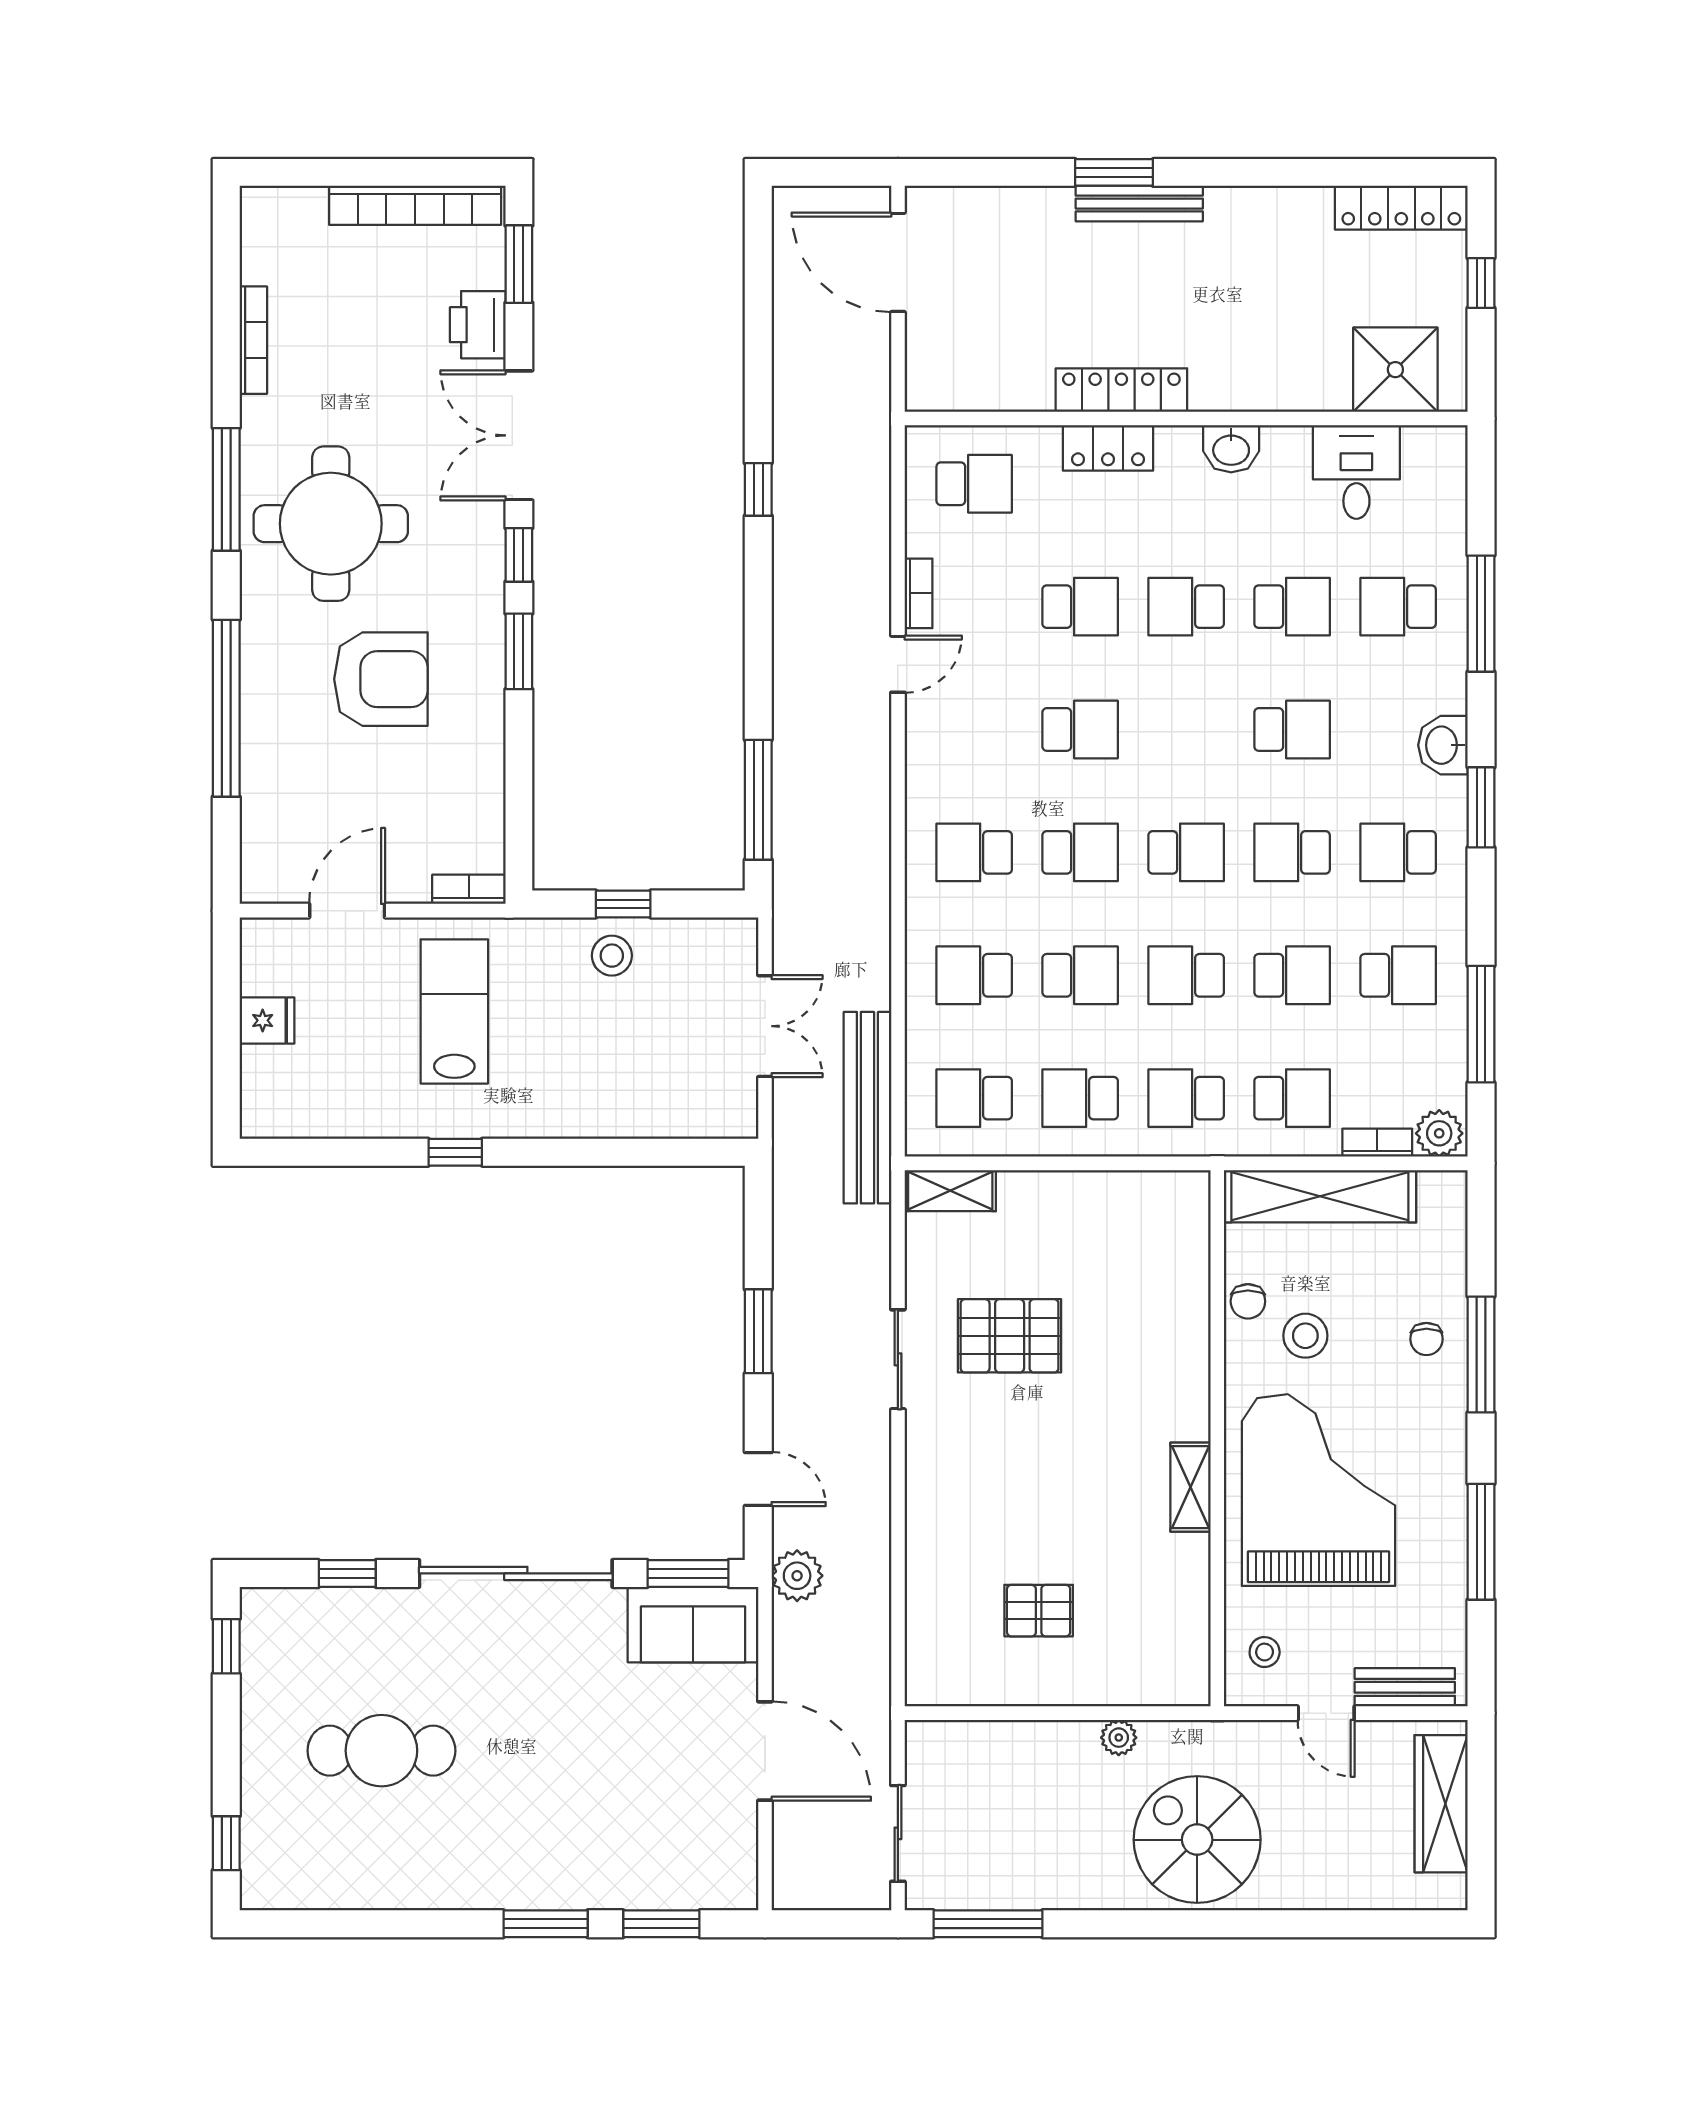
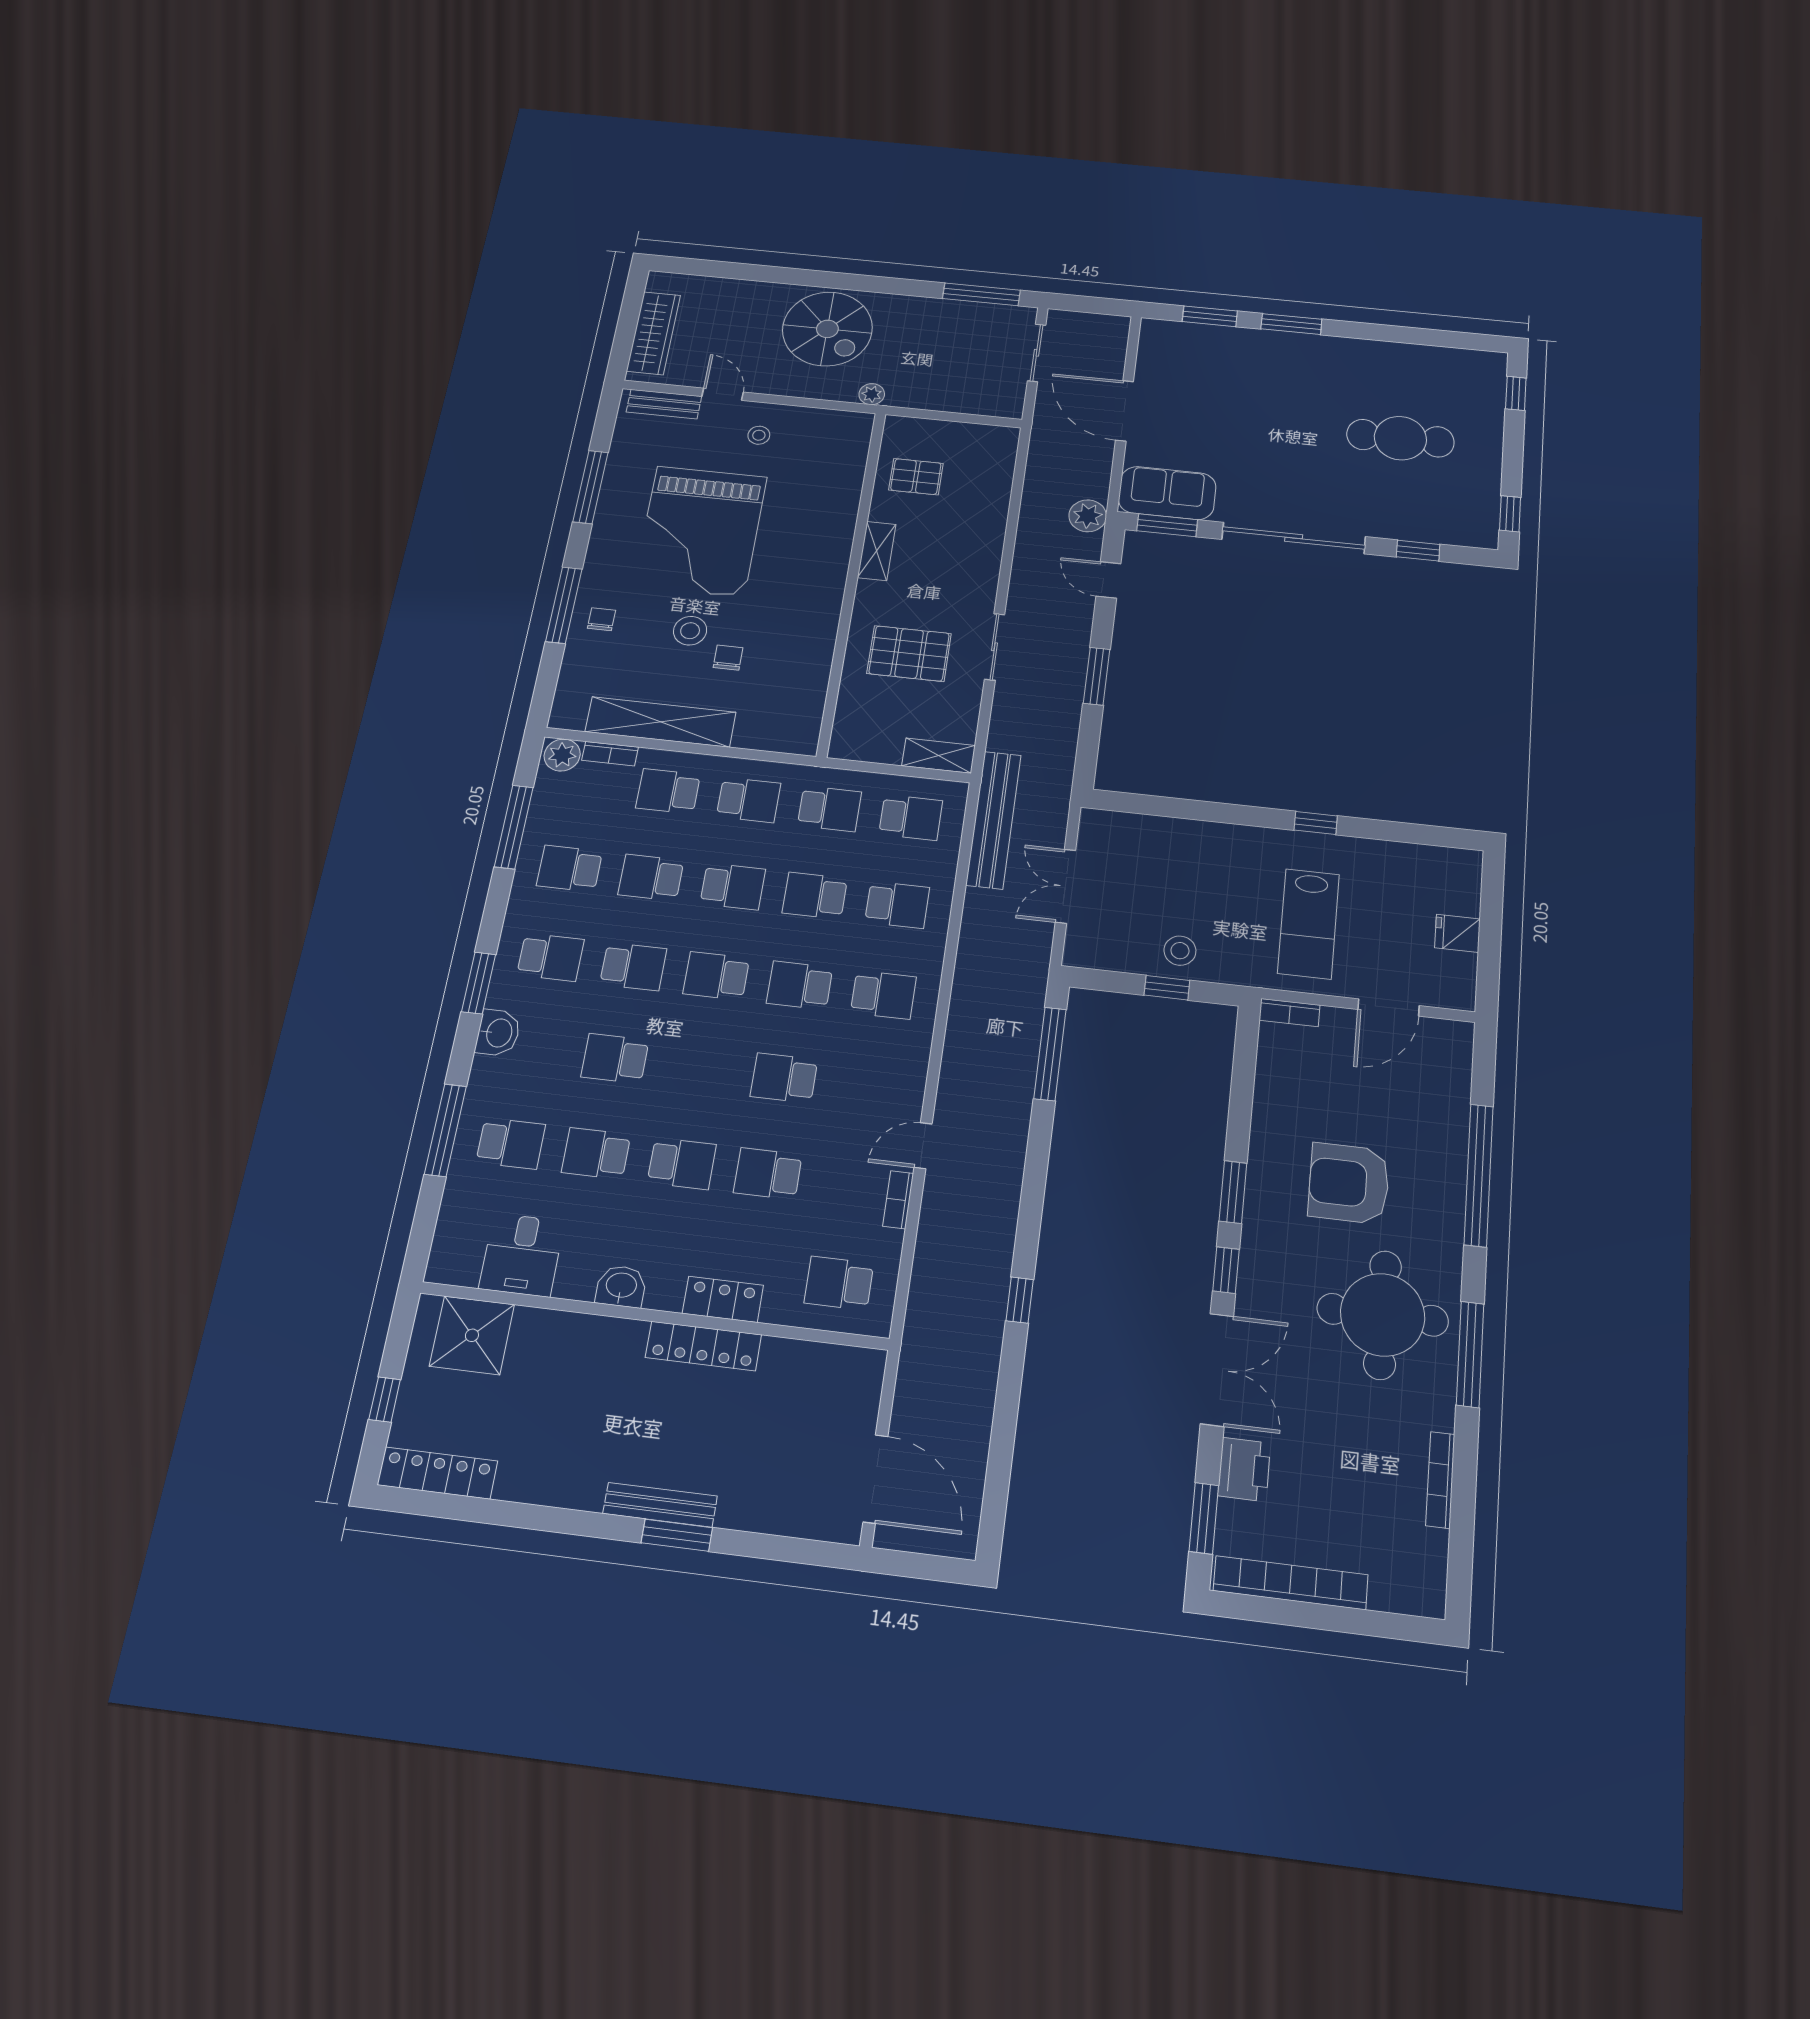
wall: (1217, 1438) -> (852, 580), moved
shelving: (1190, 1487) -> (877, 551), moved

